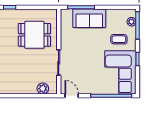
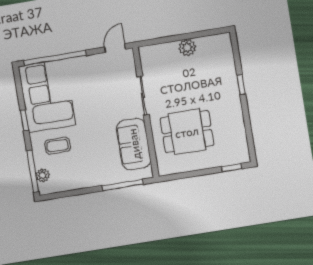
sofa: (89, 18) -> (134, 144), moved, turned -90
plant: (43, 89) -> (187, 48), moved
door: (72, 96) -> (115, 48), swing flipped

